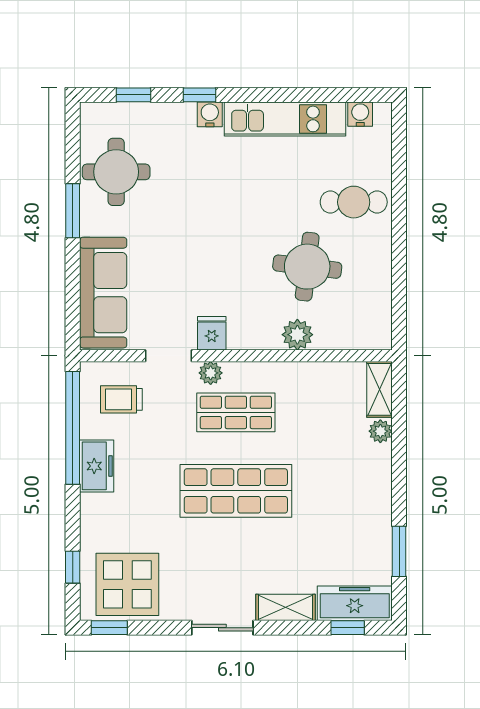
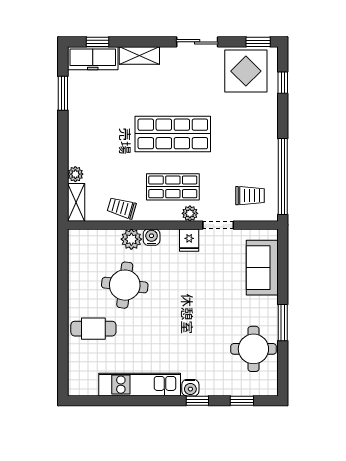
water cooler: (360, 114) -> (152, 237), moved, turned 180
sofa: (103, 293) -> (262, 268), width x0.73
trolley: (312, 381) -> (122, 208), added
freezer: (97, 466) -> (267, 151), removed
sliding door: (222, 628) -> (197, 42), moved

